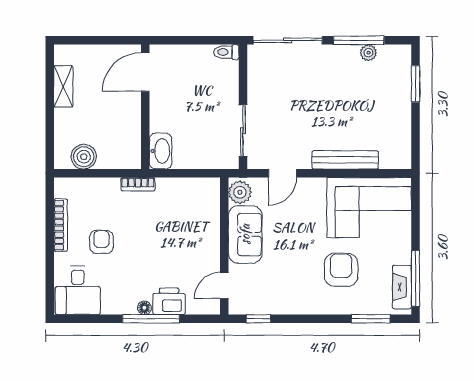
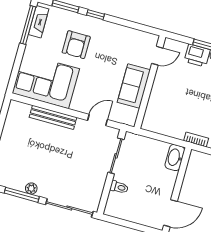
toilet: (226, 52) -> (119, 187), moved
plant: (368, 53) -> (31, 188), moved
plant: (240, 192) -> (129, 115), removed
window: (258, 319) -> (96, 15), moved

